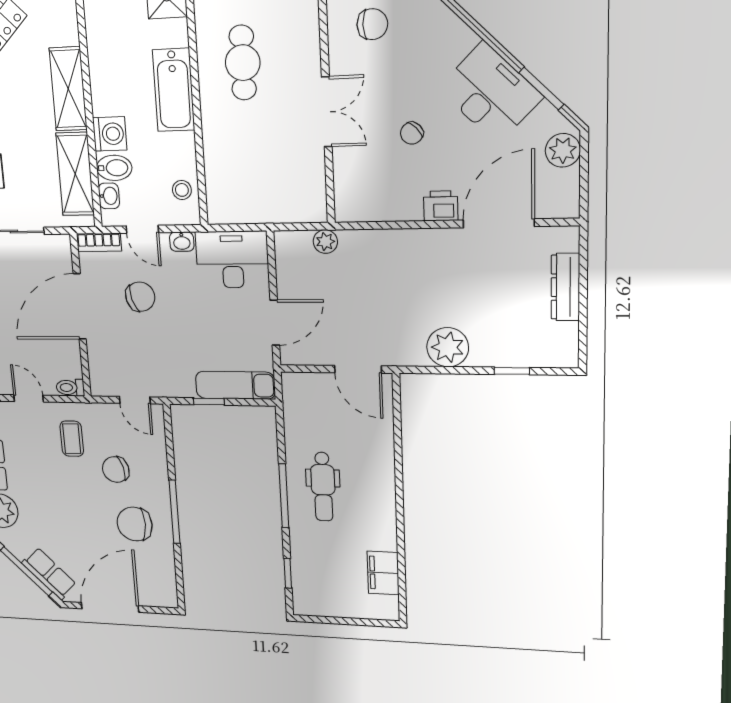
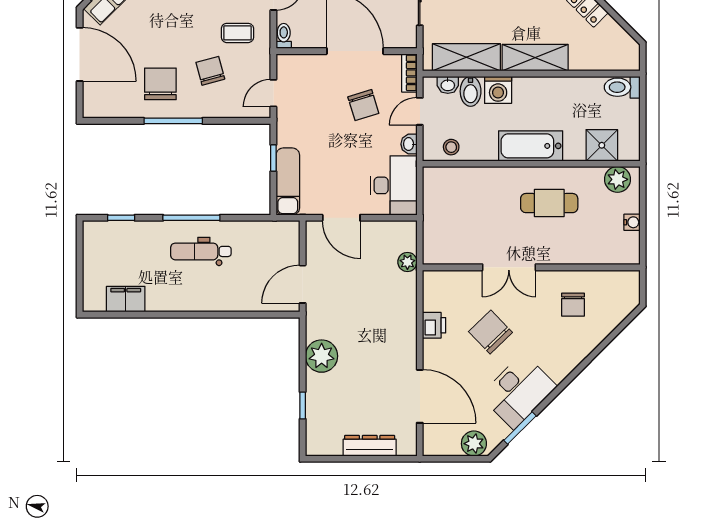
chair: (412, 133) -> (490, 332), width x1.87, depth x1.87
printer: (441, 206) -> (434, 325), moved

